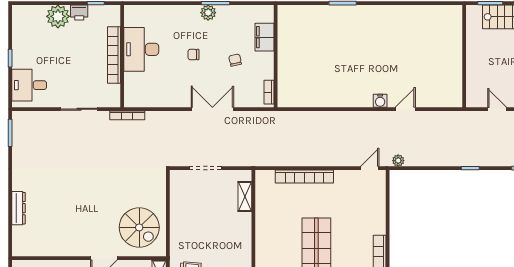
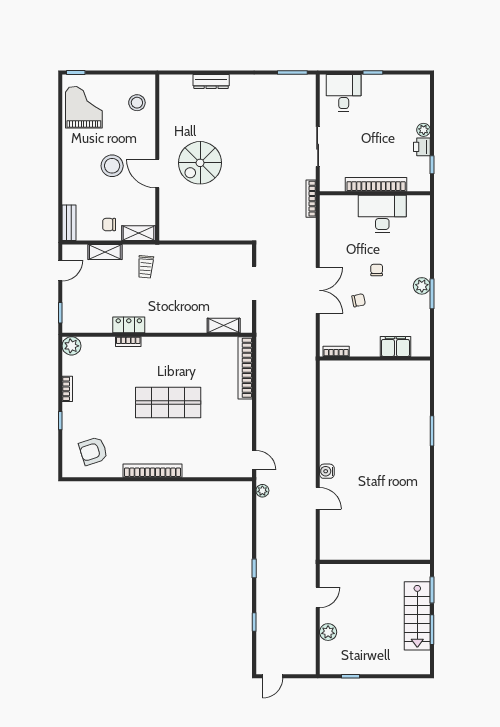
plant: (58, 16) -> (424, 130), width x0.53, depth x0.53
chair: (235, 60) -> (359, 300), moved
bookcase: (304, 177) -> (245, 368), moved
spiral stairs: (139, 227) -> (200, 163), moved

